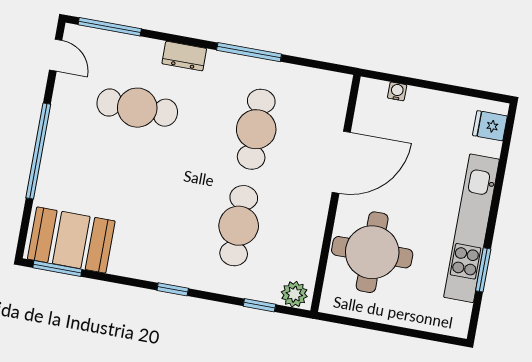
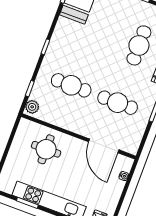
door: (341, 162) -> (104, 146), moved
round table: (372, 252) -> (46, 149), width x0.73, depth x0.73

